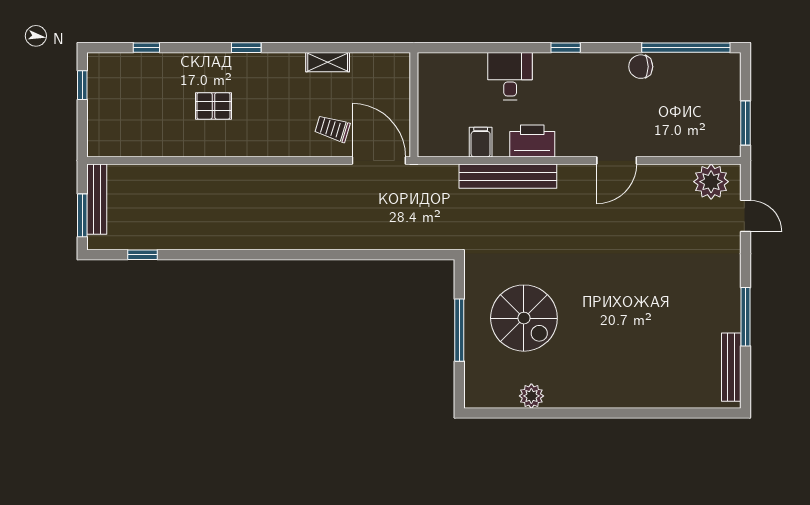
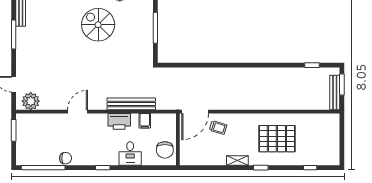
shelving: (328, 62) -> (237, 160), moved
chair: (440, 83) -> (165, 150), added
window: (82, 85) -> (342, 149), removed
pallet: (213, 106) -> (277, 139), width x2.05, depth x2.00
door: (379, 160) -> (195, 112), hinge flipped
spiral stairs: (524, 318) -> (98, 25), moved

